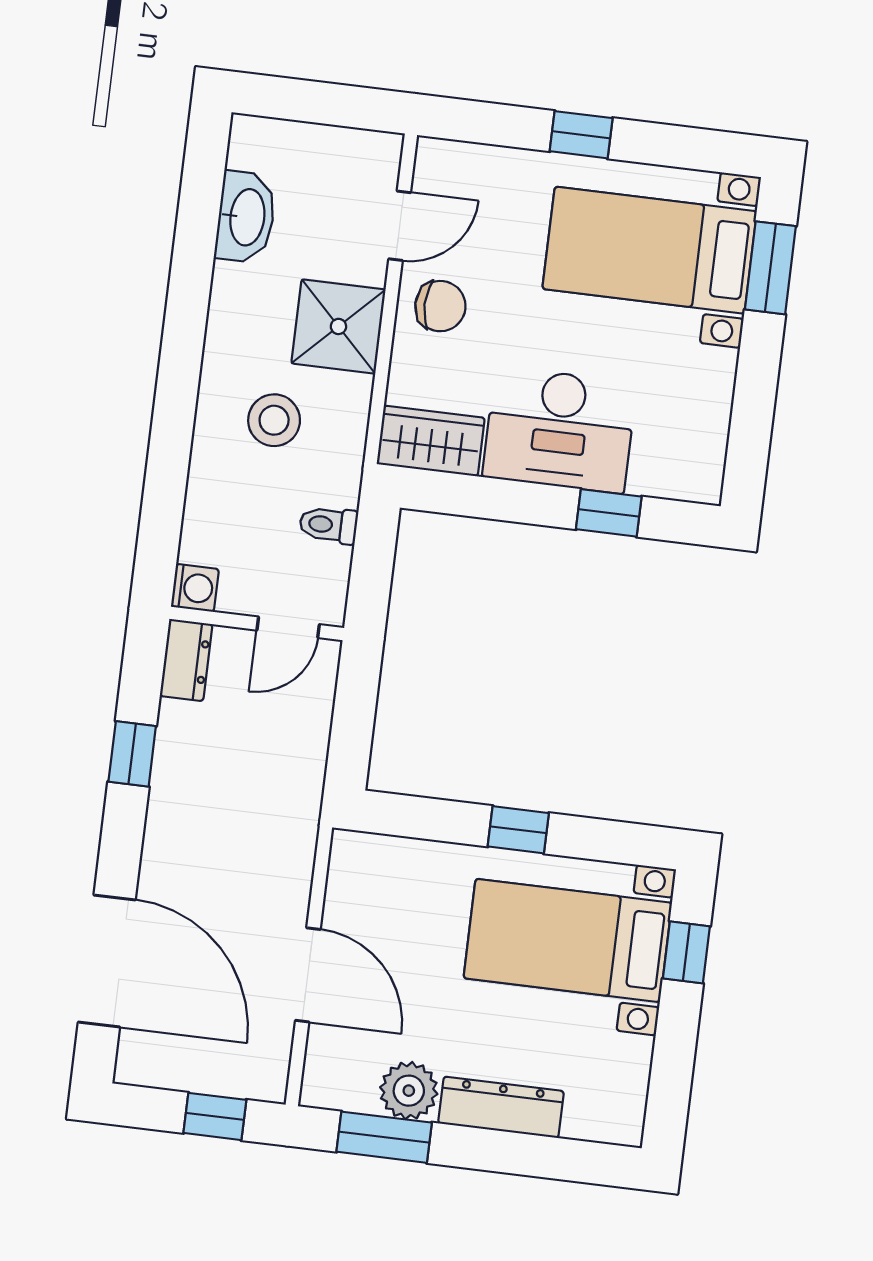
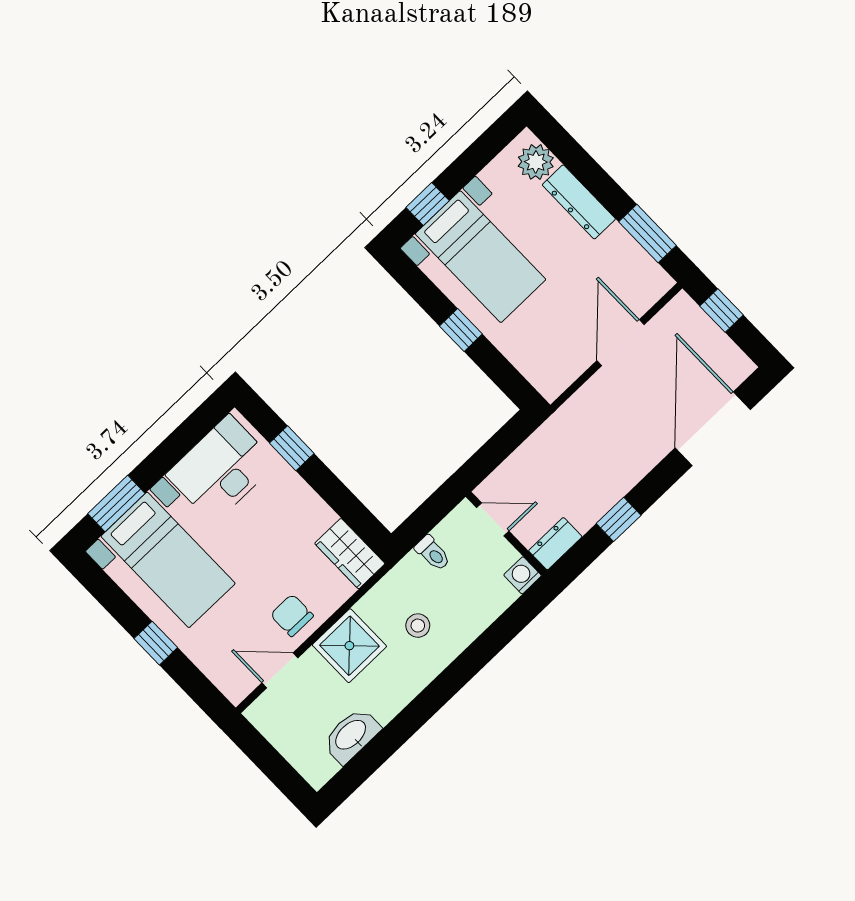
stool: (274, 420) -> (418, 626), width x0.73, depth x0.73
desk: (560, 430) -> (221, 469), moved, turned -90
plant: (409, 1091) -> (536, 162), moved

